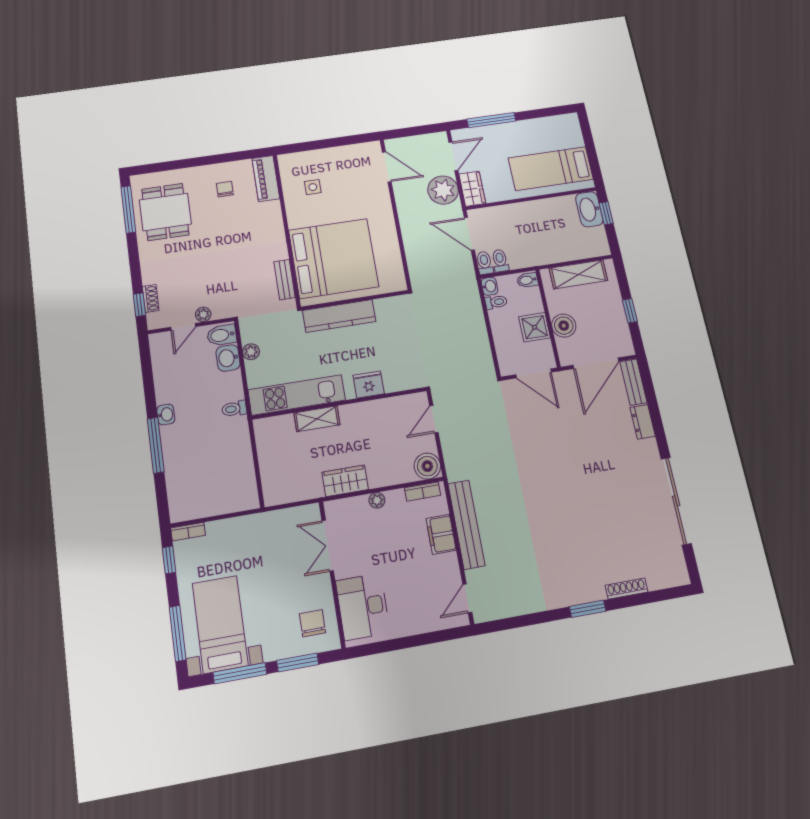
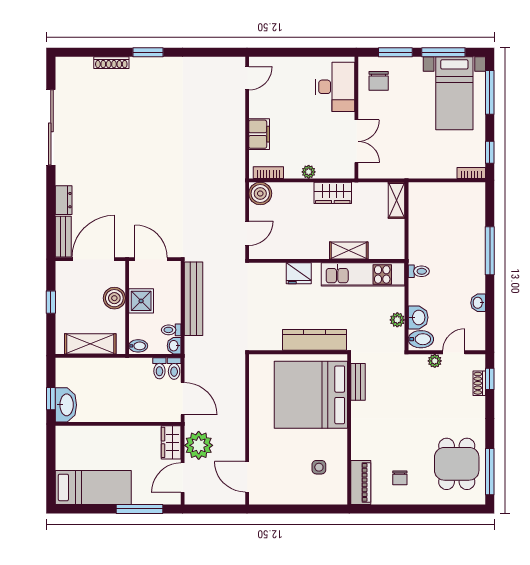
bed: (551, 169) -> (93, 487), moved
washbasin: (166, 415) -> (478, 303), moved
shelving: (271, 485) -> (397, 200), added
bench: (466, 524) -> (194, 299), moved

